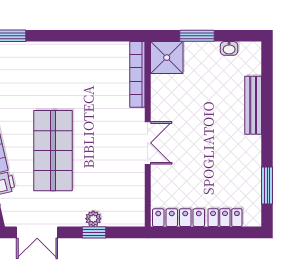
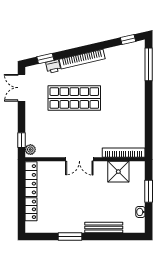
shower: (167, 58) -> (118, 172), moved
window: (267, 185) -> (70, 236), moved
plant: (93, 219) -> (30, 150), moved
window: (94, 232) -> (21, 140), moved

